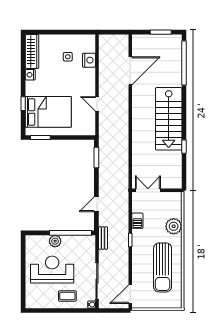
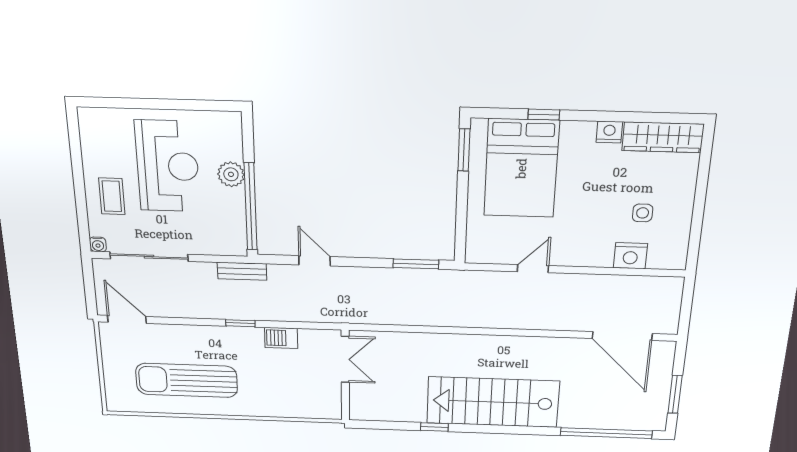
door: (130, 71) -> (622, 336), moved
plant: (174, 226) -> (272, 403), removed

